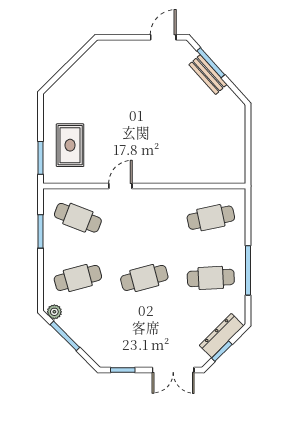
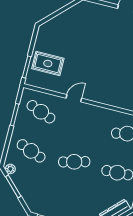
rug: (70, 145) -> (48, 63), turned 90
cafe table: (78, 278) -> (31, 151), turned 36

